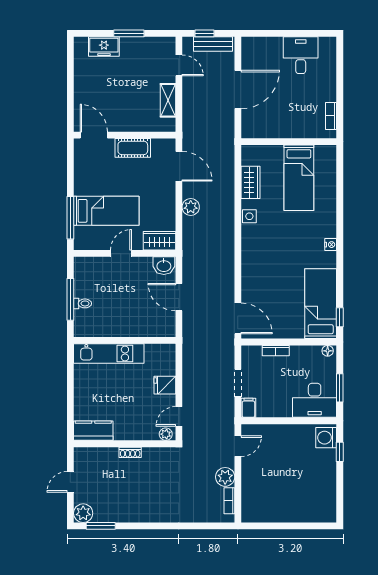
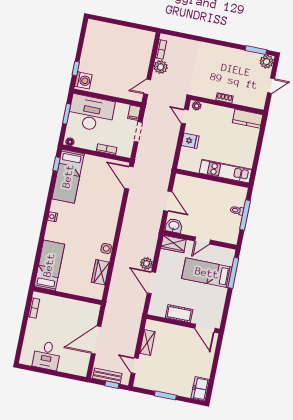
freezer: (104, 47) -> (200, 389), moved, turned -90
door: (179, 166) -> (151, 283), moved
bed: (299, 178) -> (49, 265), moved
desk: (315, 400) -> (91, 113), width x1.36, depth x1.30
door: (179, 416) -> (185, 117), swing flipped

